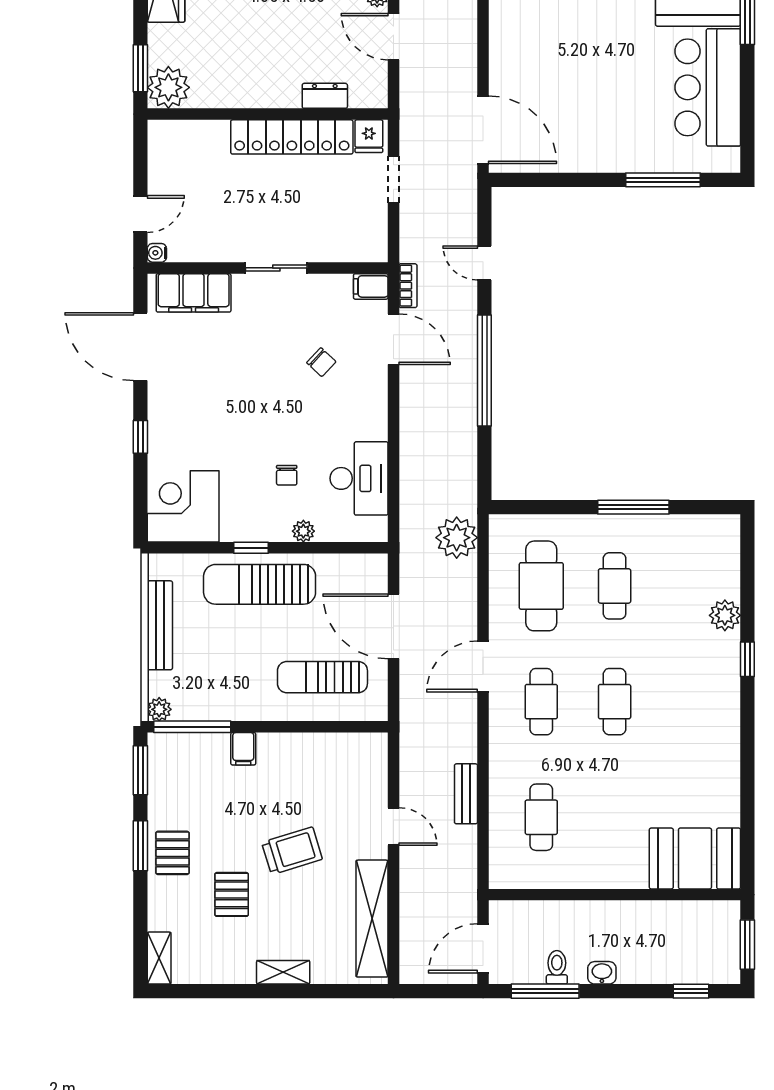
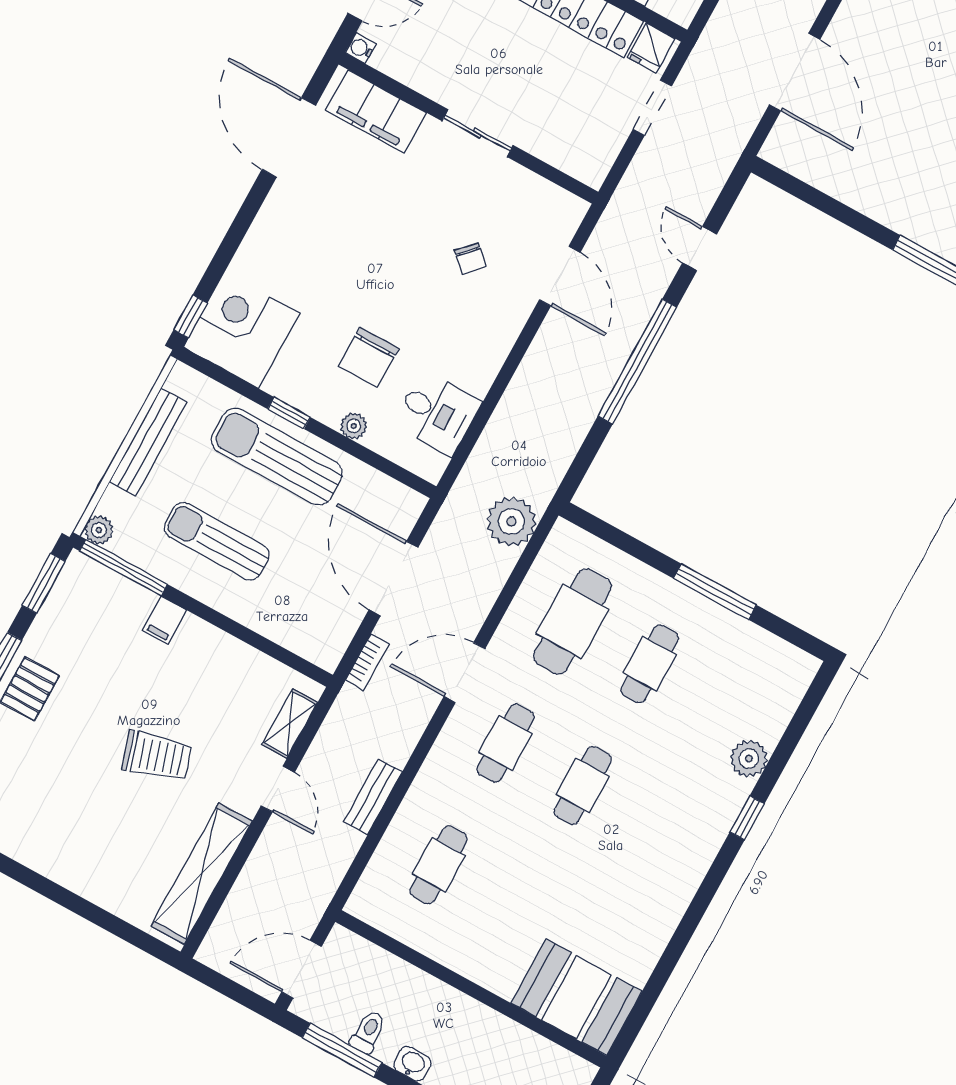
door: (483, 130) -> (795, 72), moved
filing cabinet: (371, 286) -> (566, 207), removed
bookcase: (408, 286) -> (367, 662), moved
window: (140, 437) -> (190, 316), moved
chair: (287, 475) -> (369, 357), width x1.87, depth x1.87
desk: (359, 478) -> (437, 413), width x0.73
sun lounger: (322, 677) -> (217, 541), moved
pallet: (232, 894) -> (68, 767), removed
shelving: (283, 972) -> (290, 723), moved, turned 90

